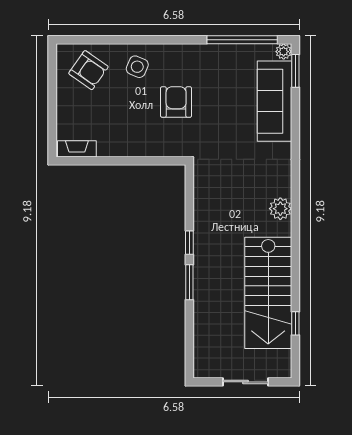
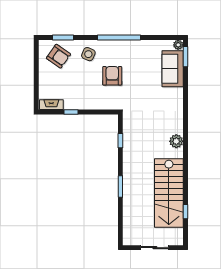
window: (96, 40) -> (63, 38), added
window: (242, 40) -> (119, 38), moved
sofa: (274, 101) -> (173, 69), width x0.73
window: (109, 161) -> (71, 112), added
window: (189, 243) -> (120, 141), moved

